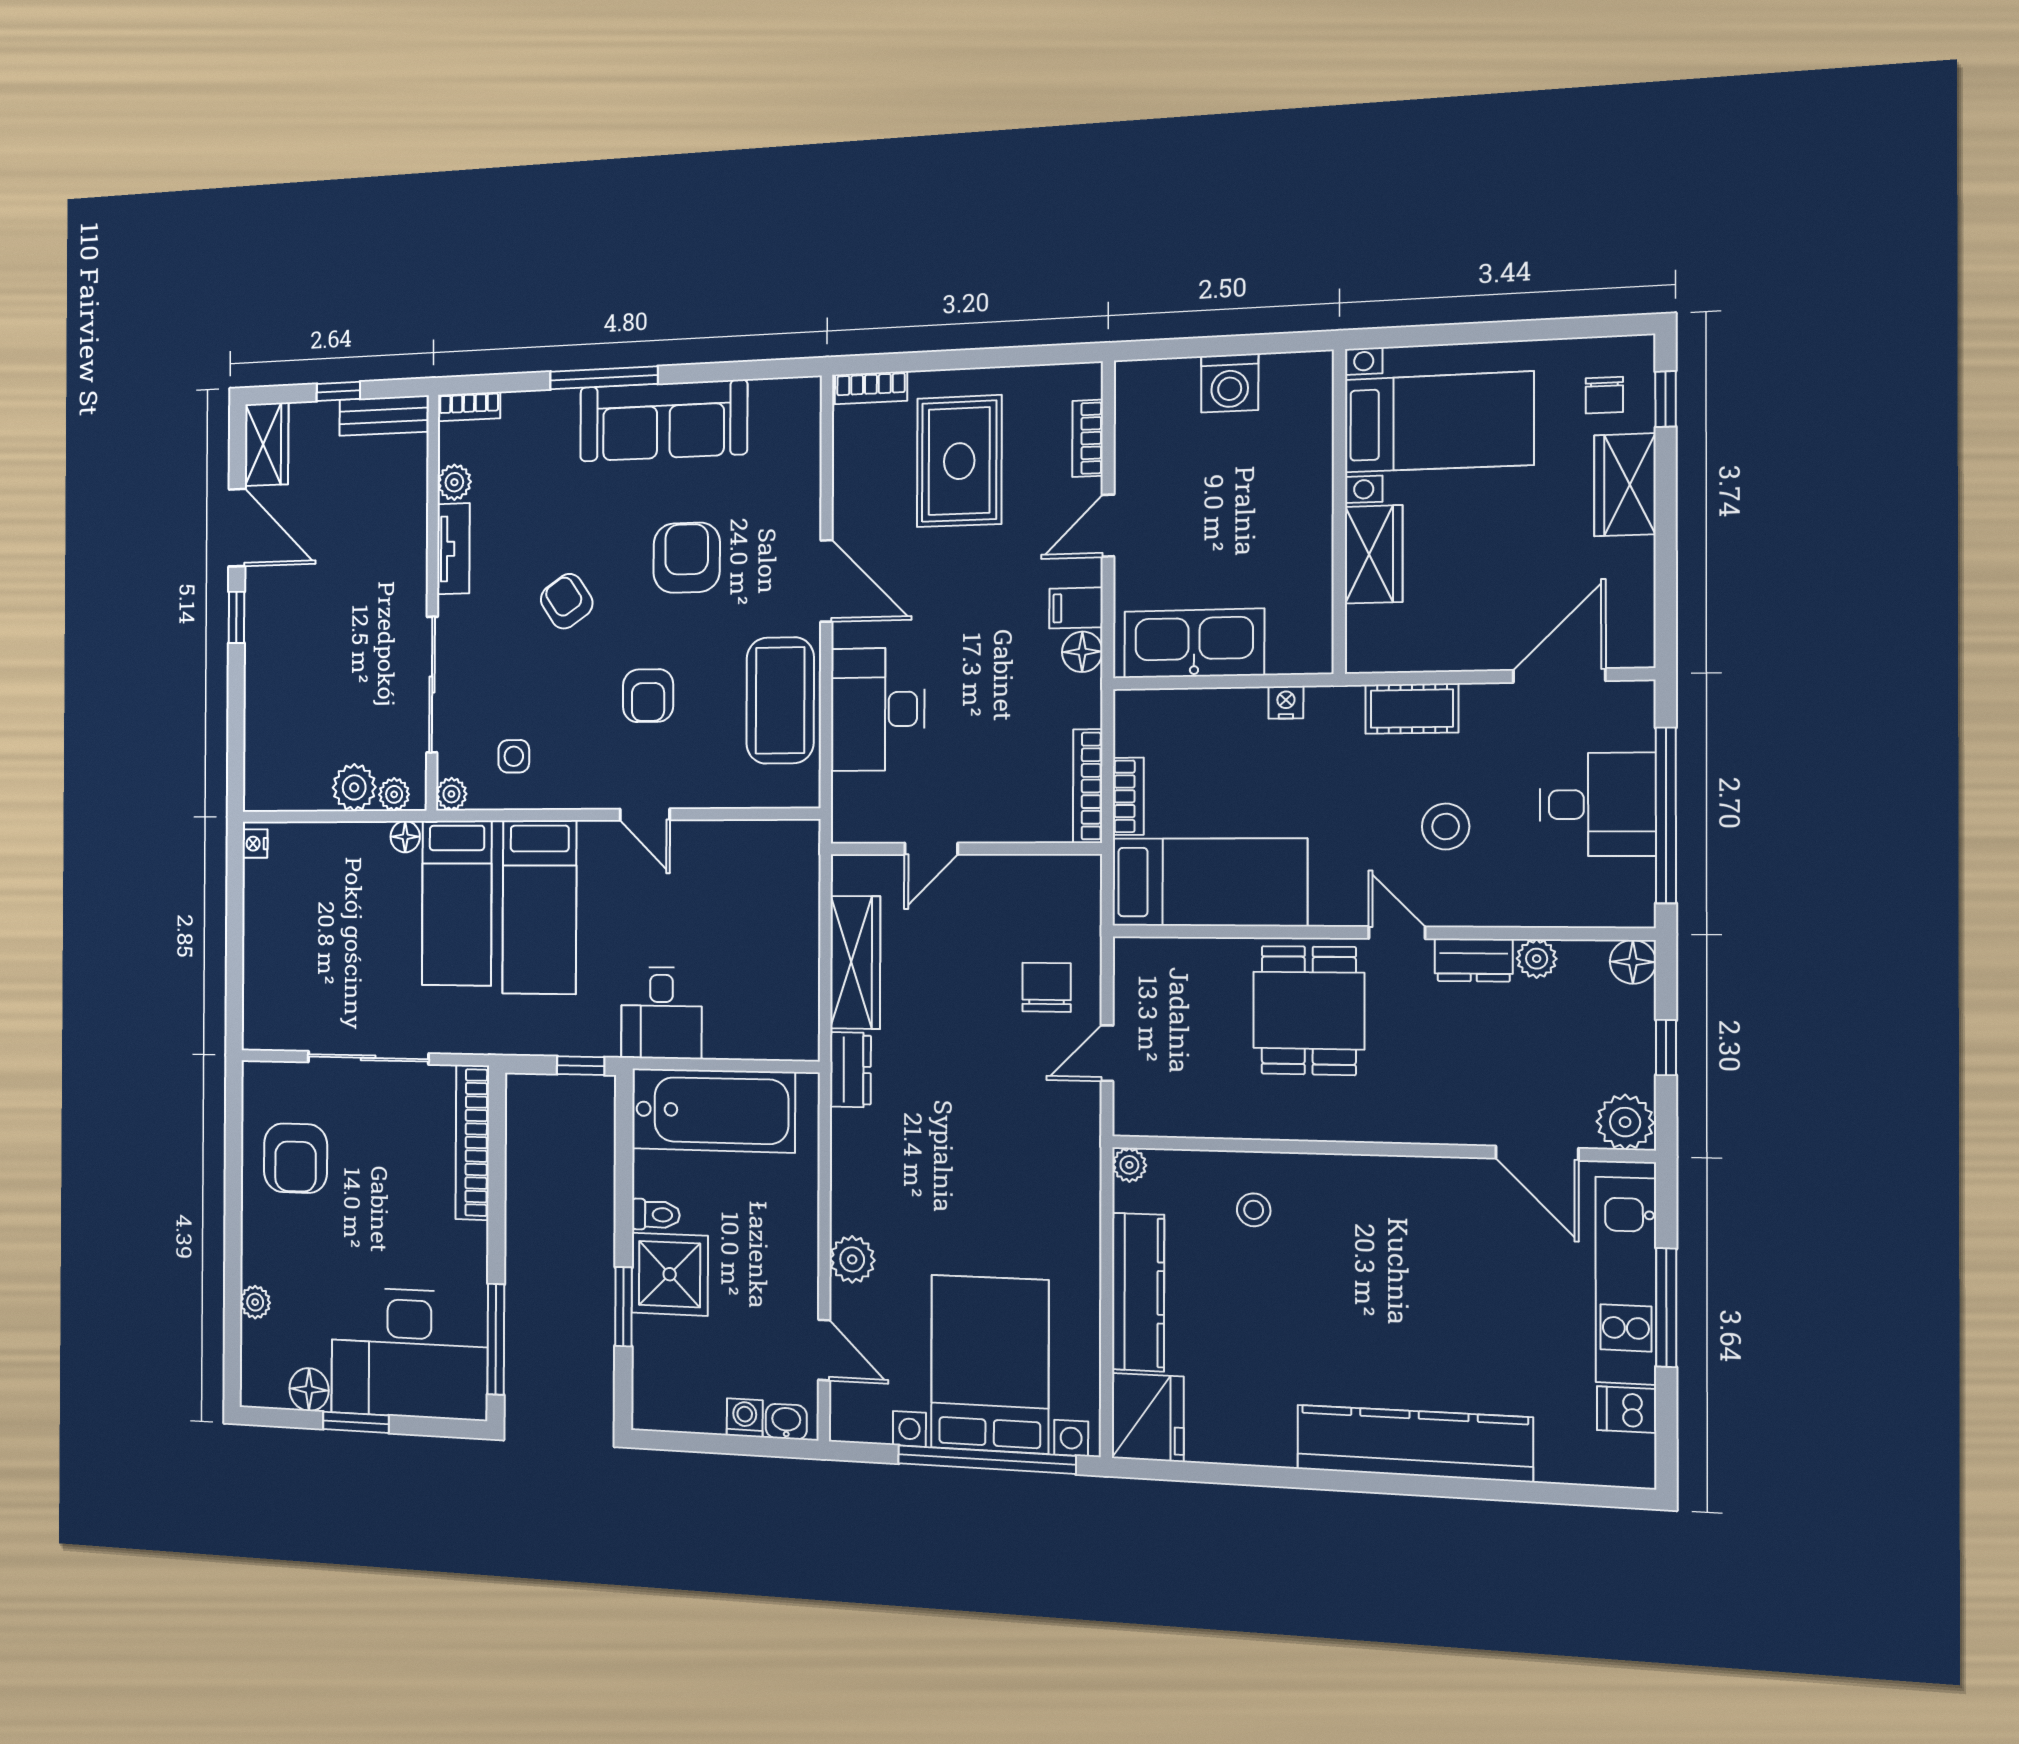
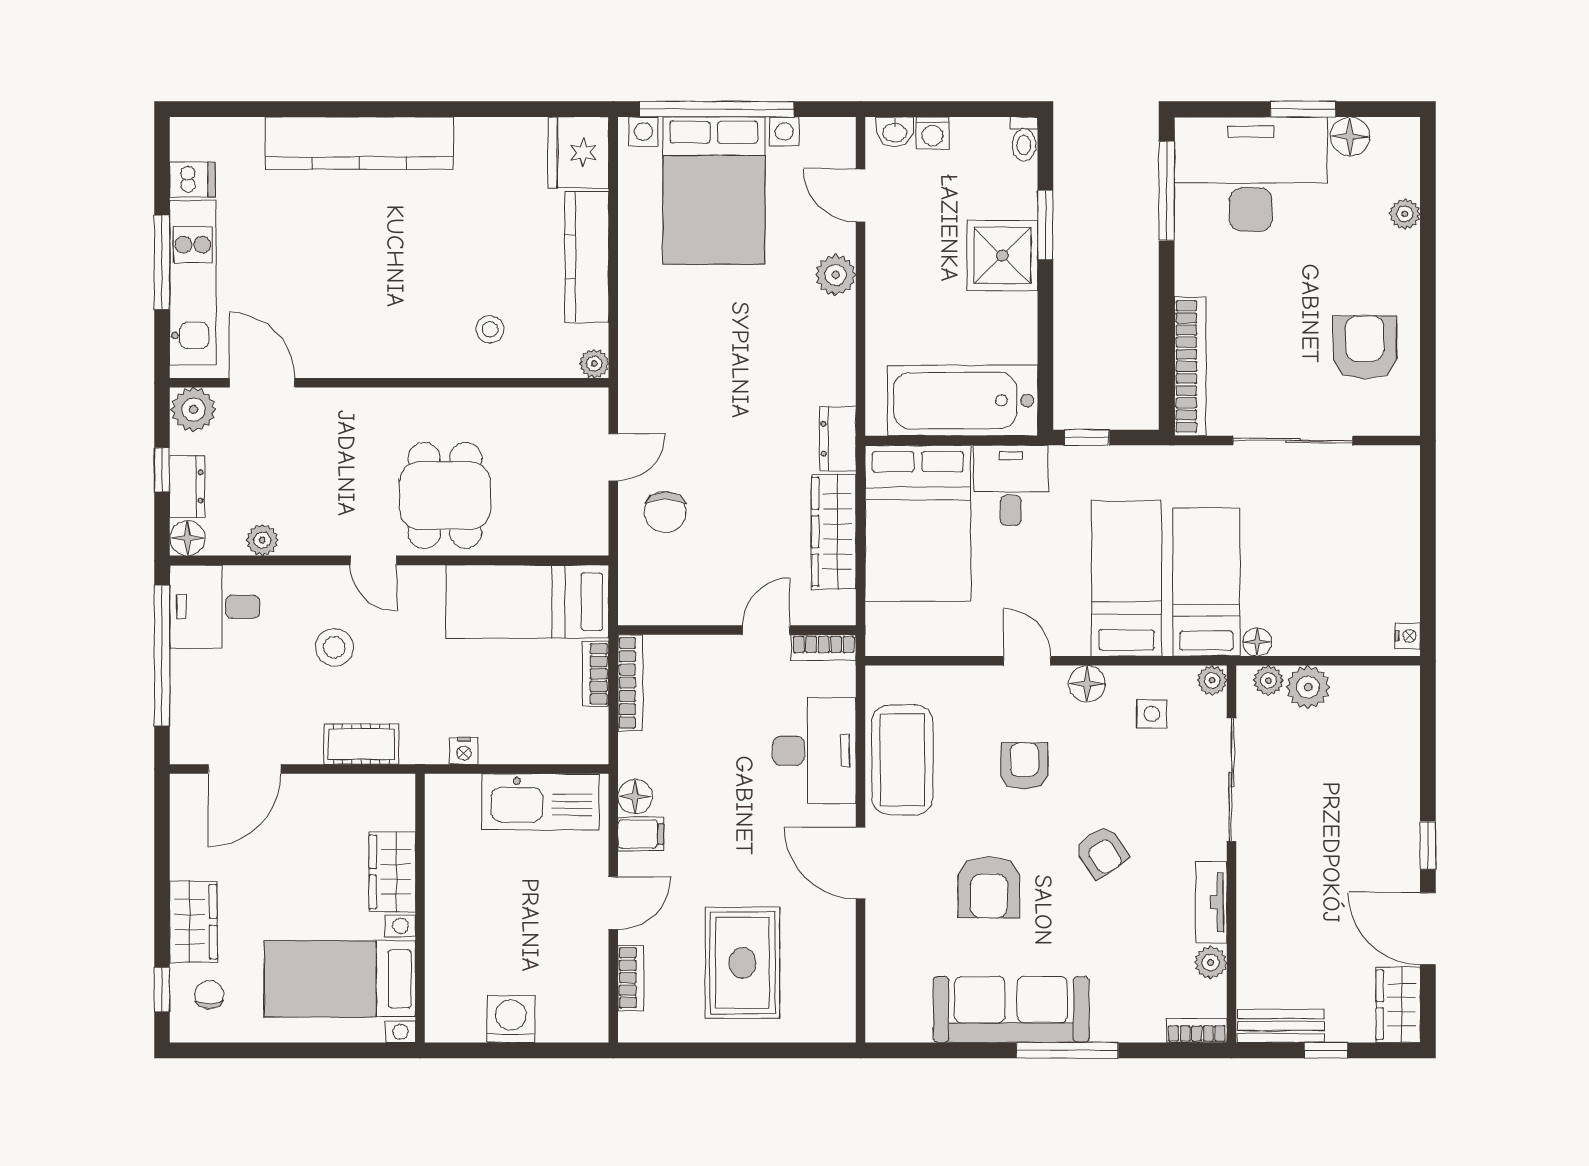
bookcase: (871, 388) -> (824, 648), moved, turned 180
floor lamp: (581, 789) -> (1087, 684), added
desk: (1598, 804) -> (215, 607), moved
dresser: (1474, 960) -> (187, 486), moved, turned 90
bed: (762, 971) -> (918, 523), added
toilet: (656, 1215) -> (1024, 139), moved, turned -90

